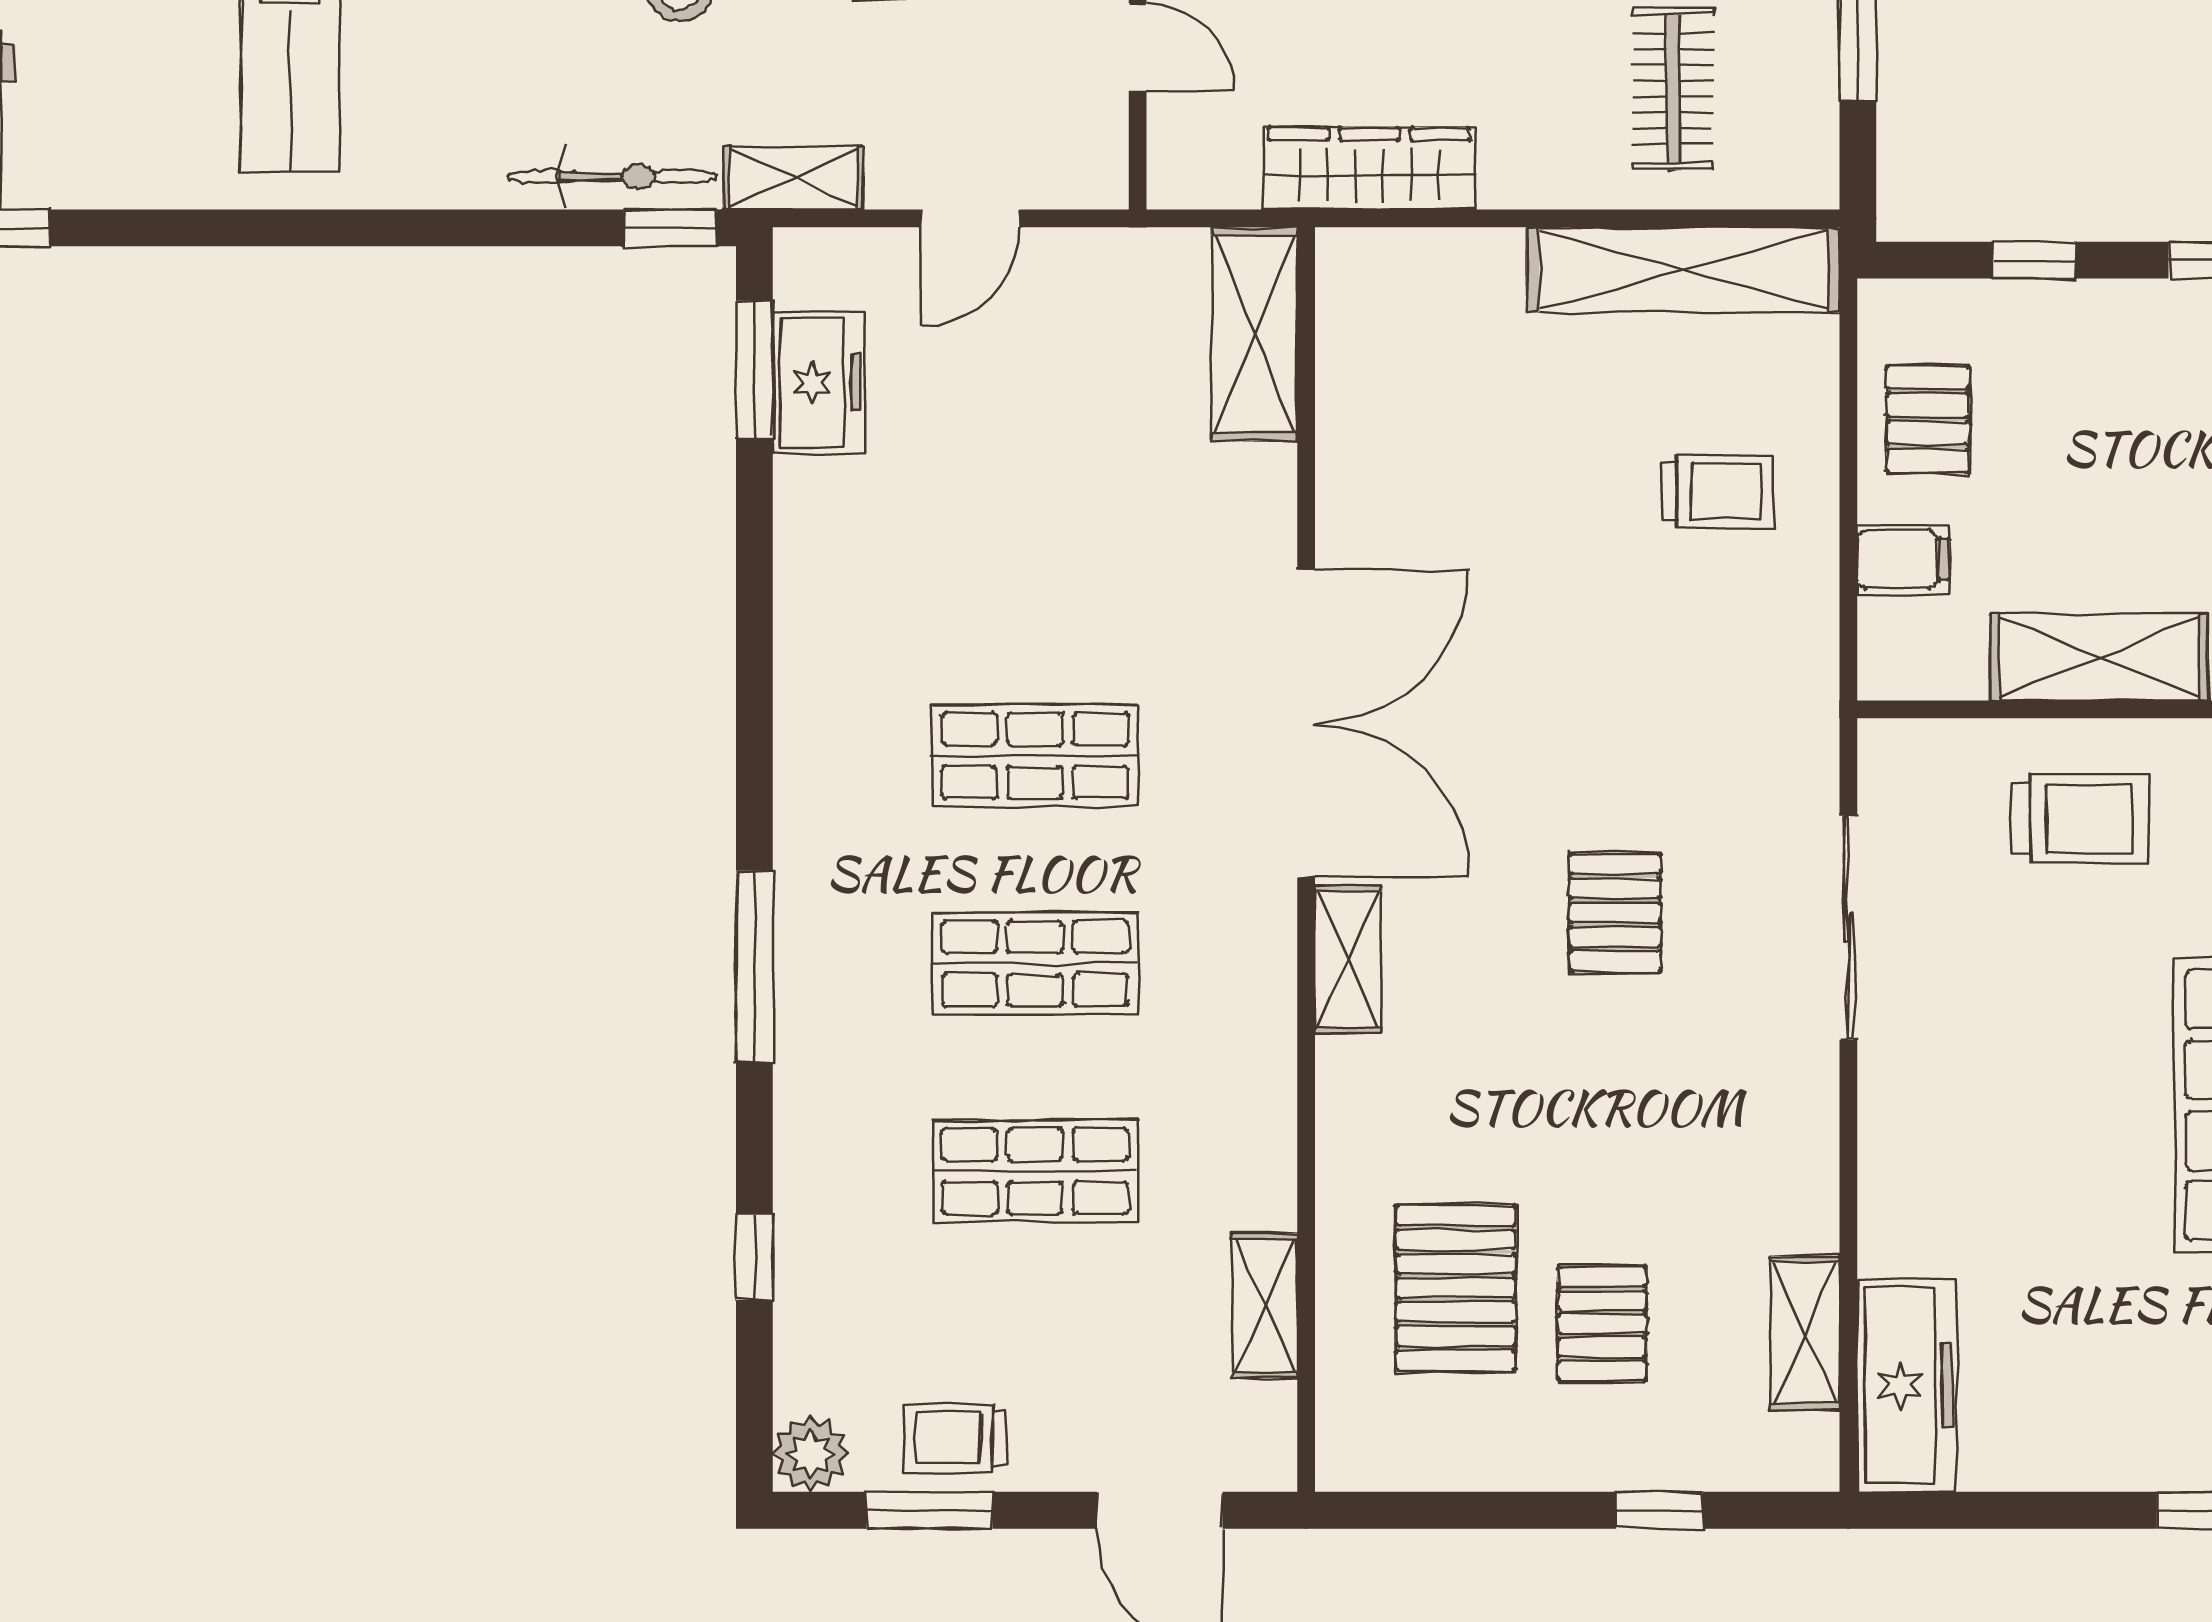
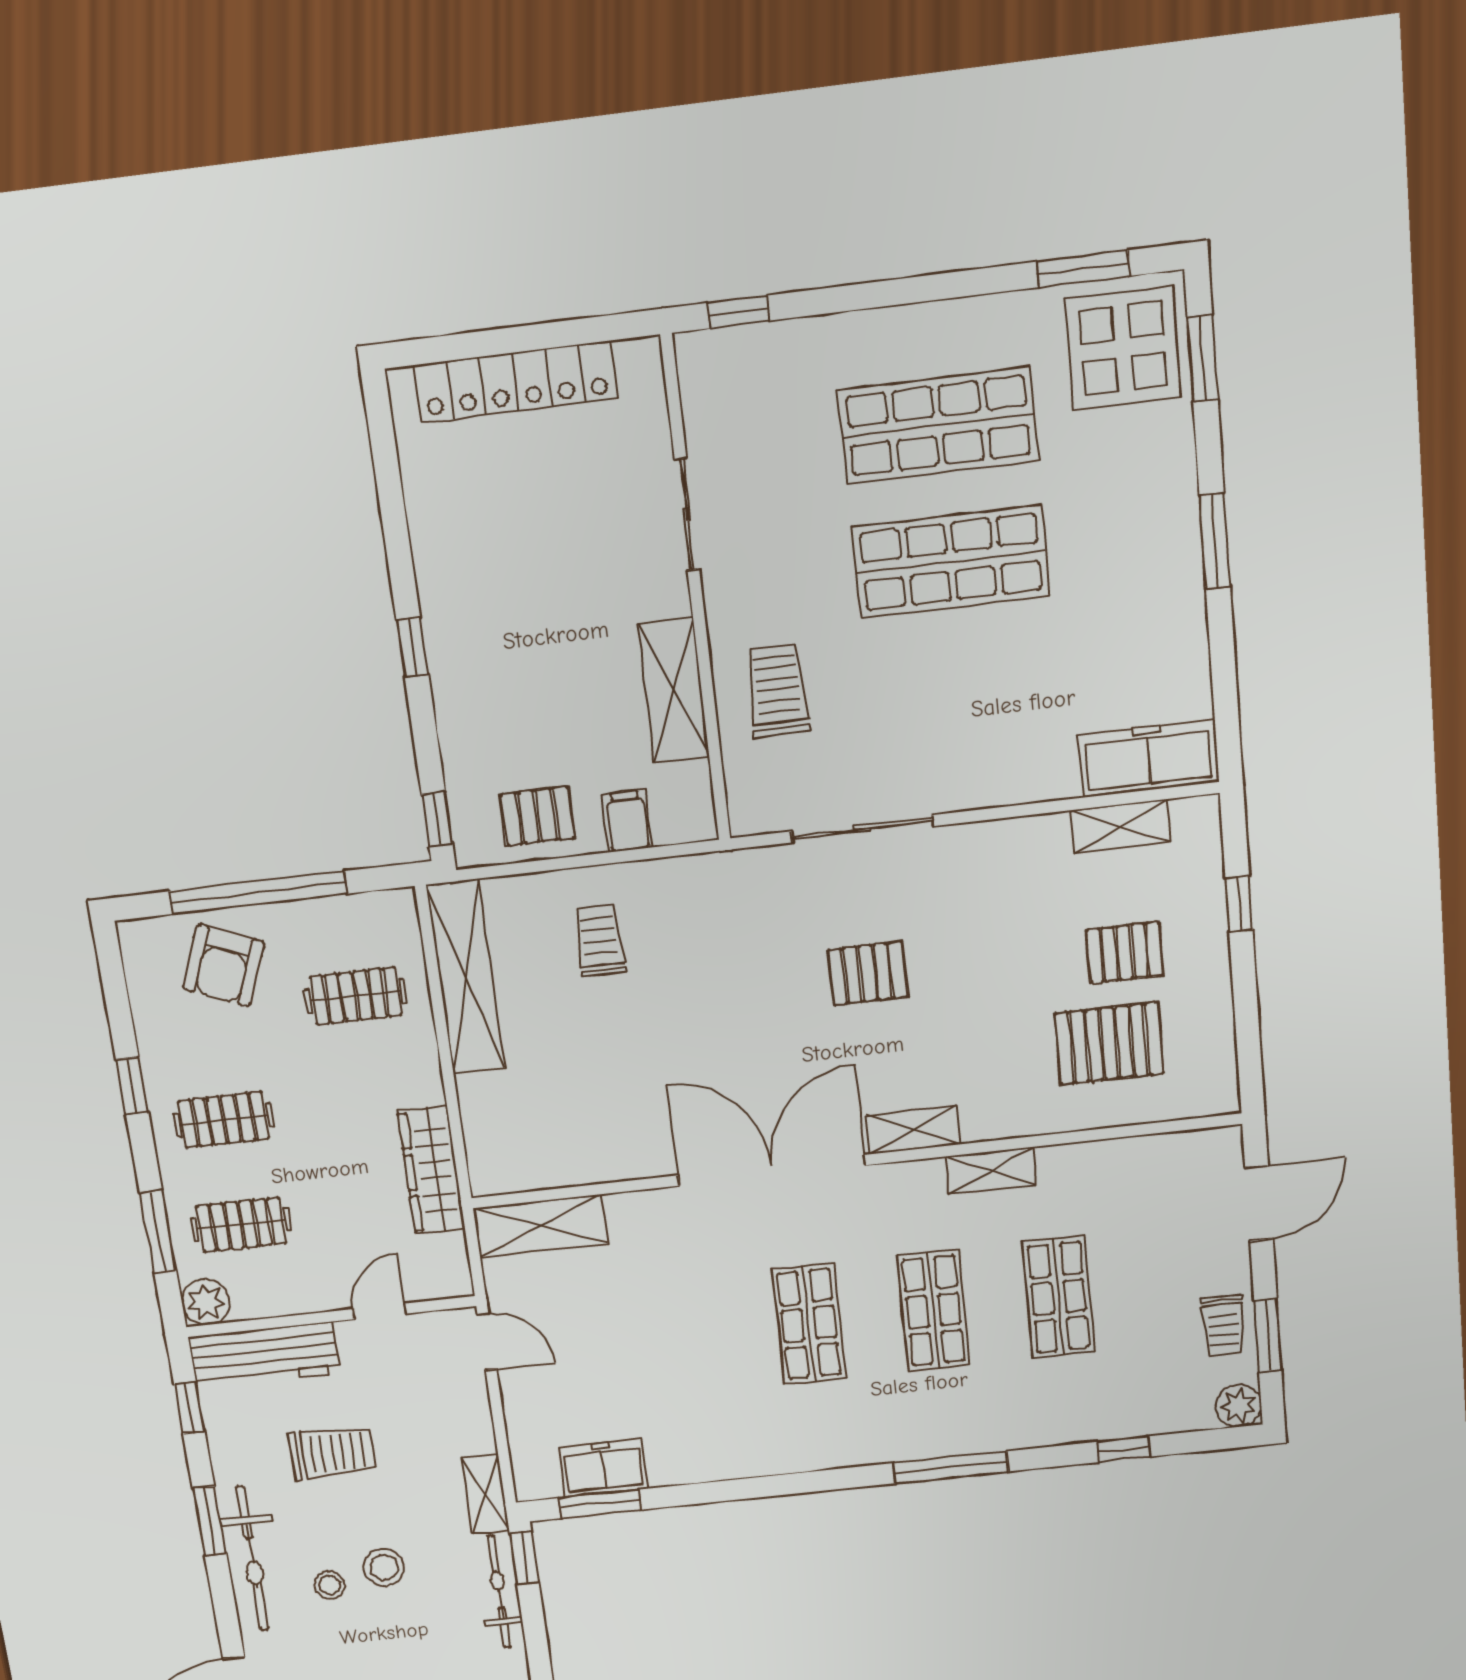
door: (970, 218) -> (487, 1342), moved
window: (2034, 260) -> (437, 819), moved
shelving: (1265, 1306) -> (990, 1171), moved

